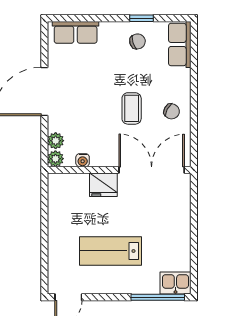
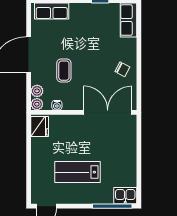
chair: (138, 41) -> (97, 18), removed
coffee table: (132, 108) -> (64, 71), moved
fridge: (103, 185) -> (40, 127), moved, turned -90

